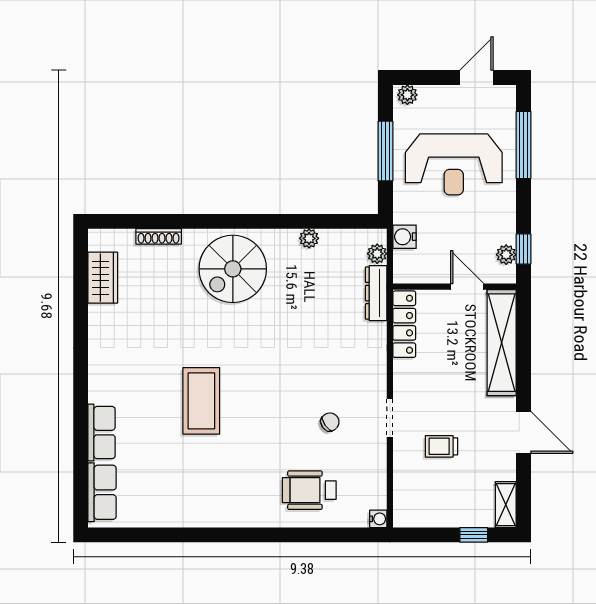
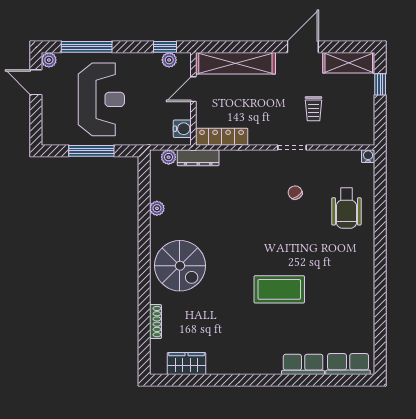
plant: (407, 95) -> (49, 60), moved
water cooler: (404, 237) -> (182, 129), moved, turned -90
shelving: (506, 505) -> (349, 63), width x1.50, depth x1.33

